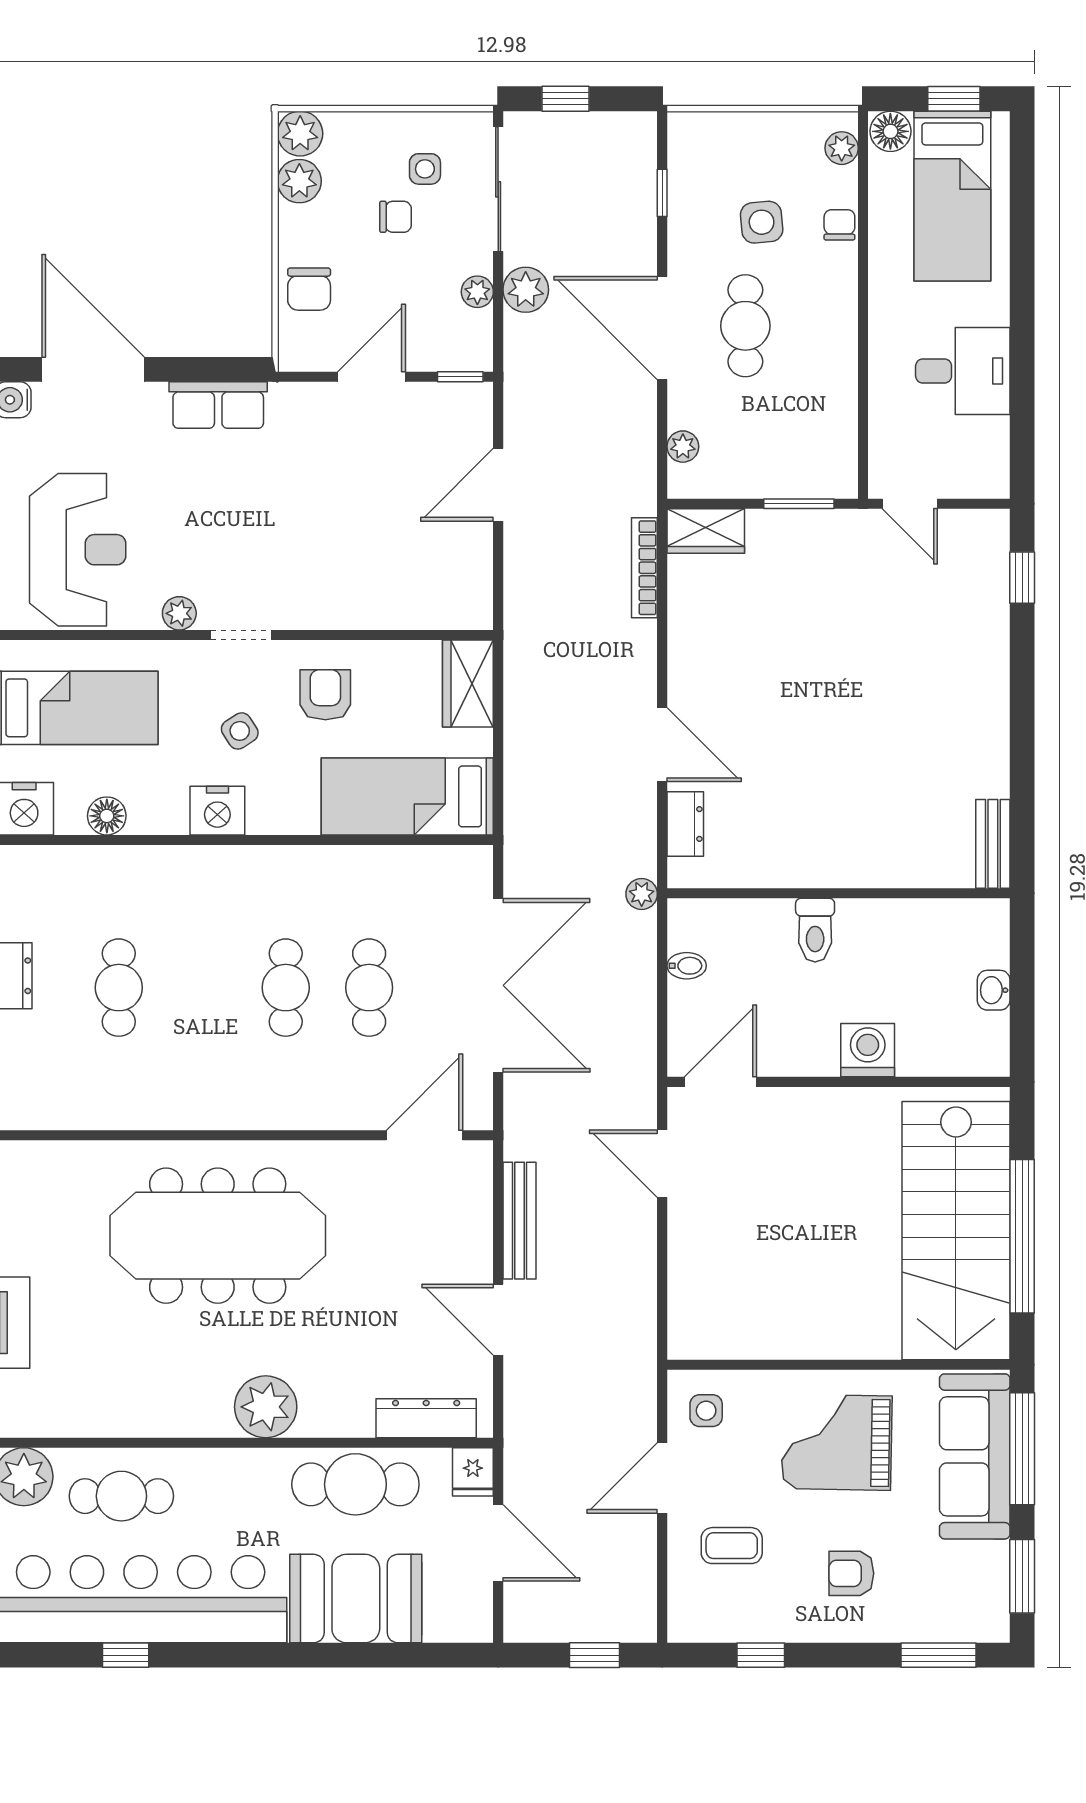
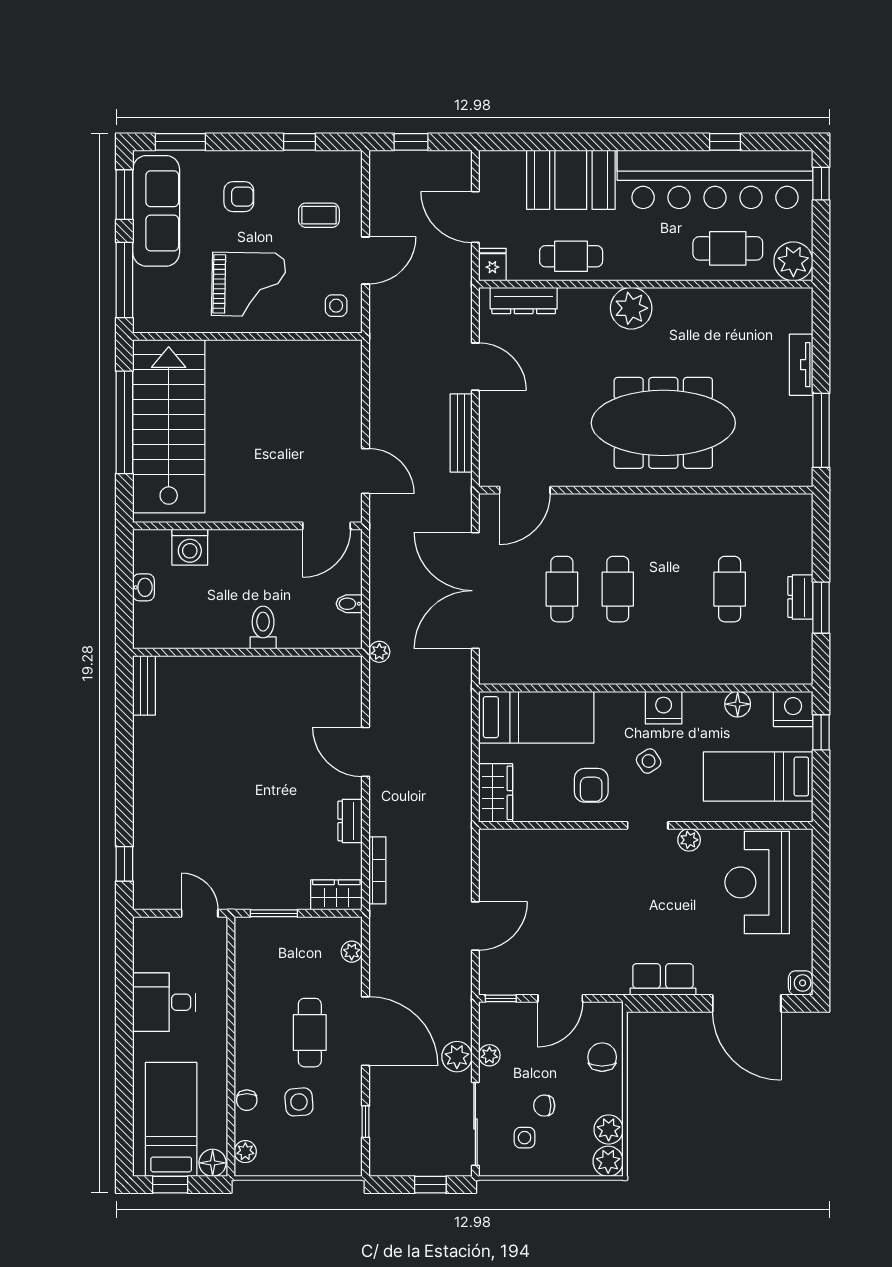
dresser: (685, 824) -> (350, 821), moved
washing machine: (868, 1050) -> (190, 547), moved
sofa: (975, 1456) -> (156, 211), moved
cafe table: (355, 1484) -> (571, 256), width x0.73, depth x0.74

